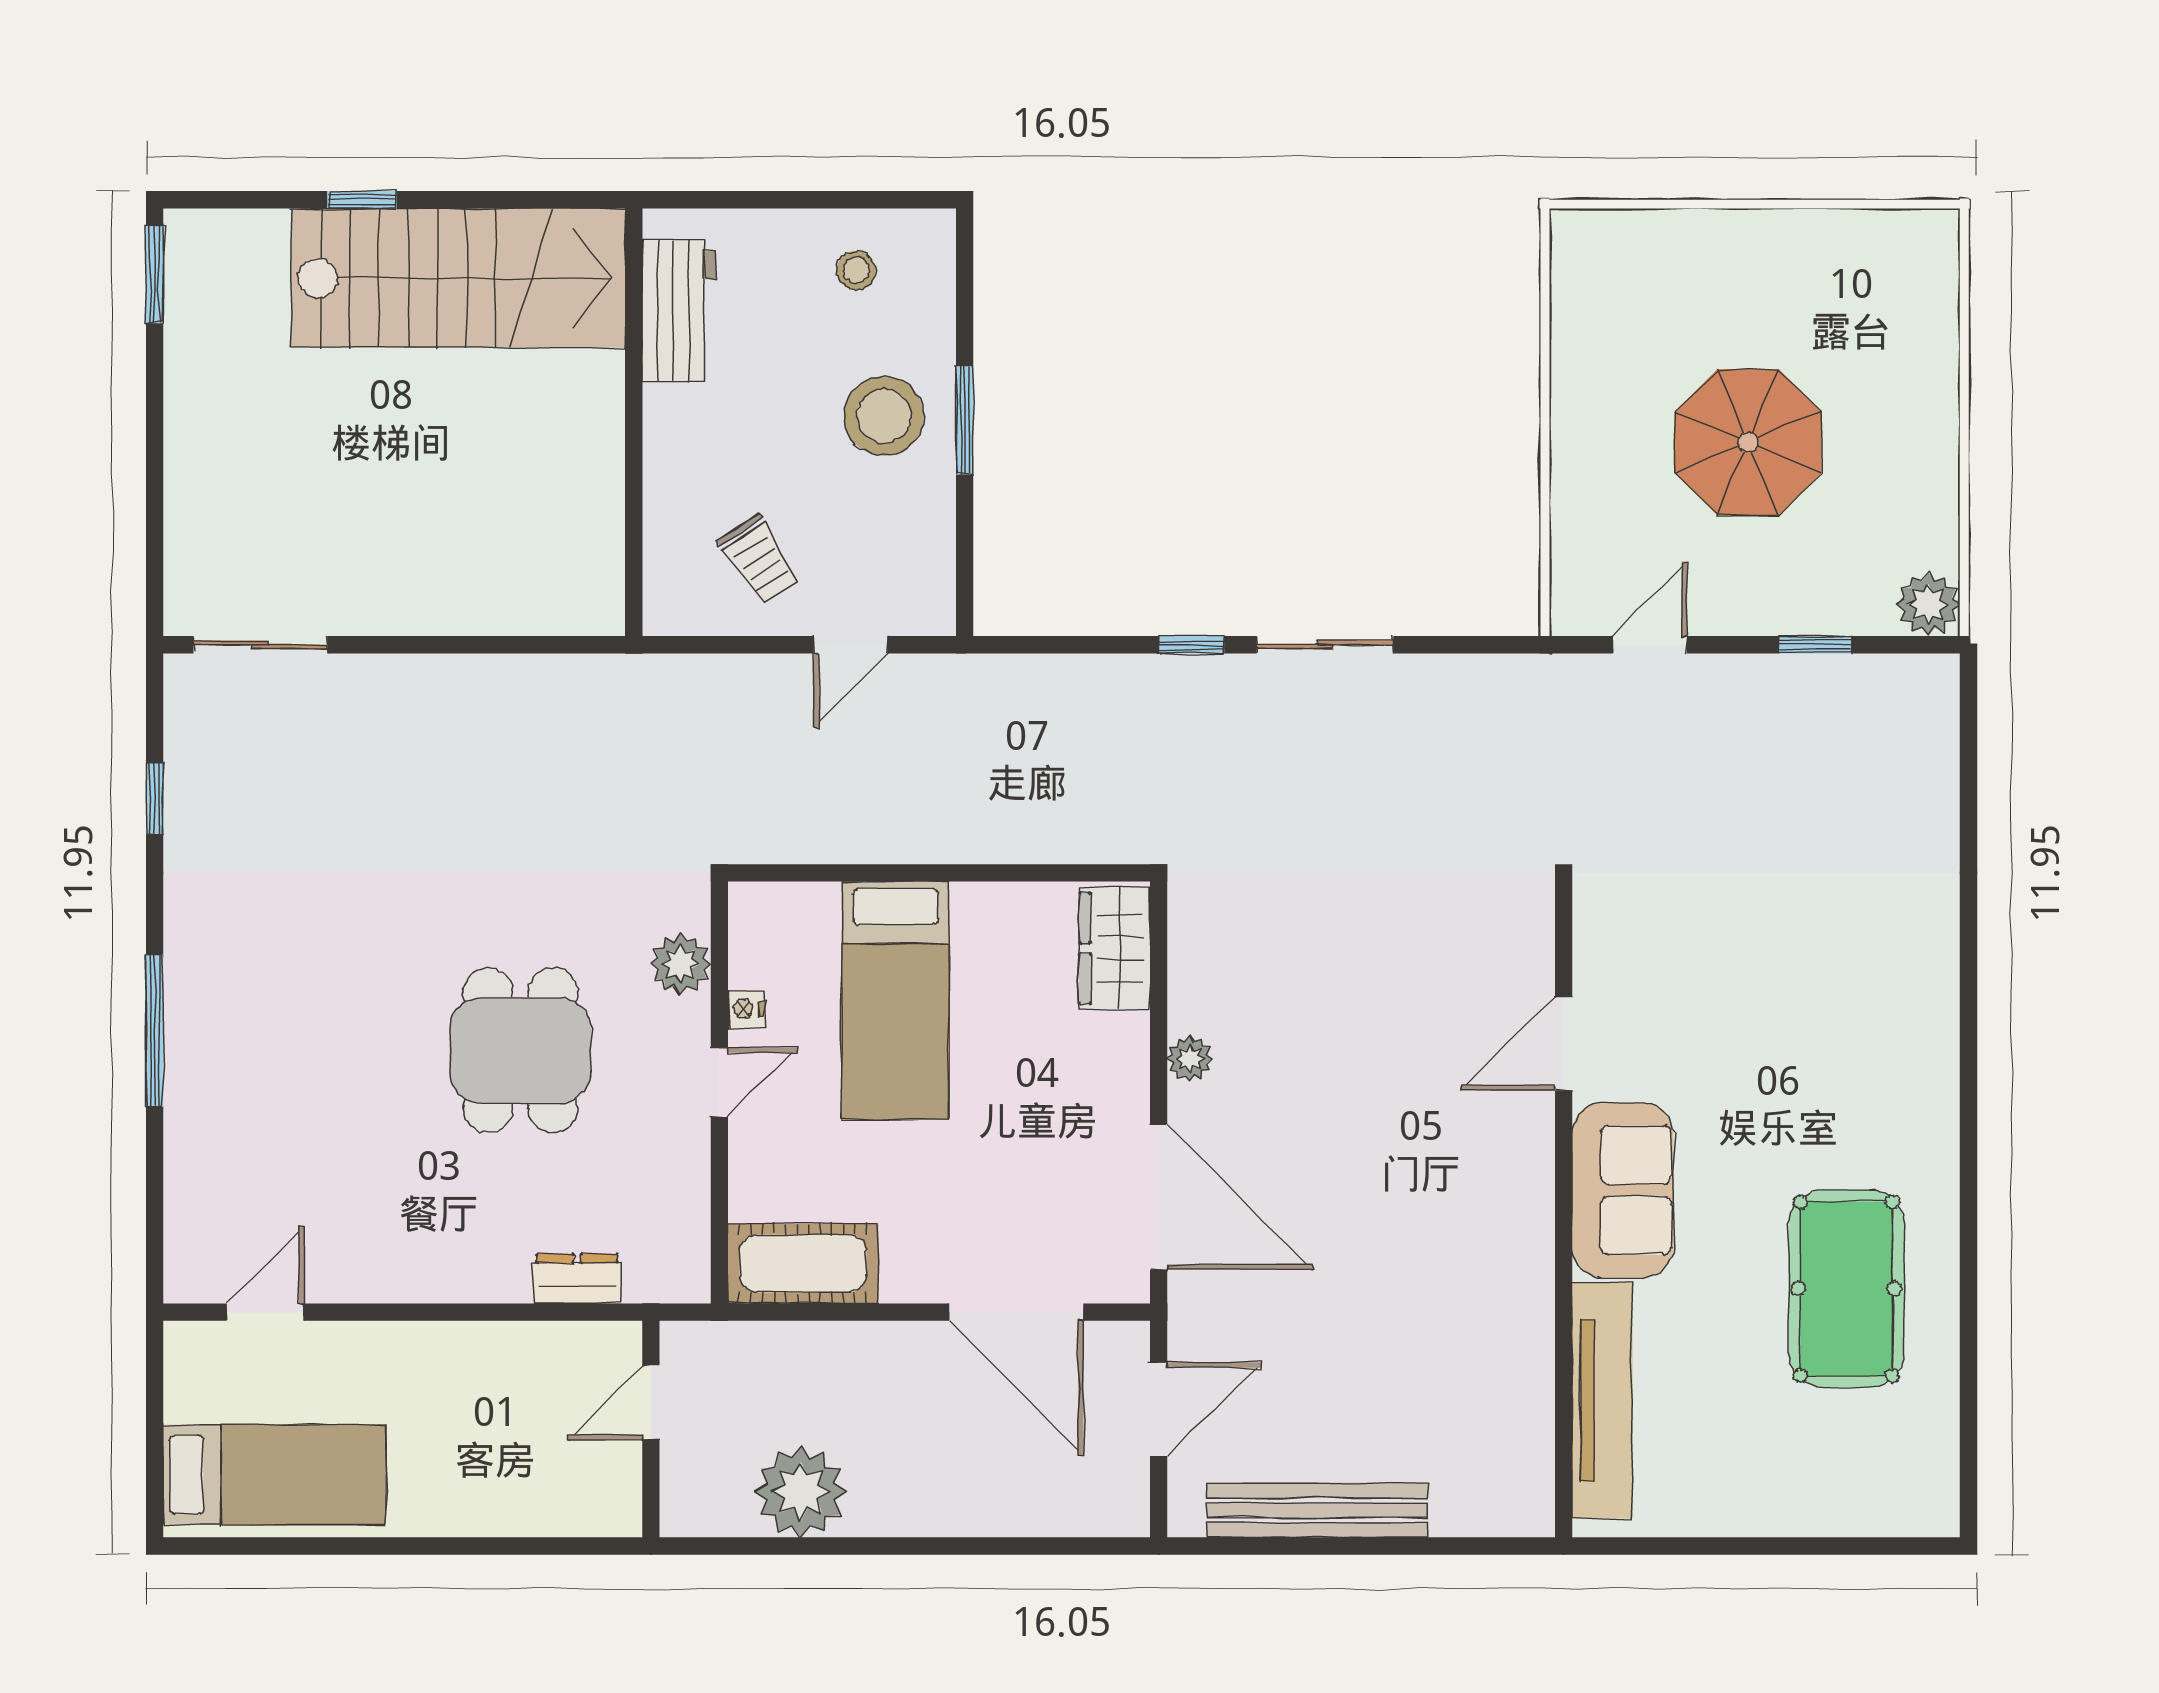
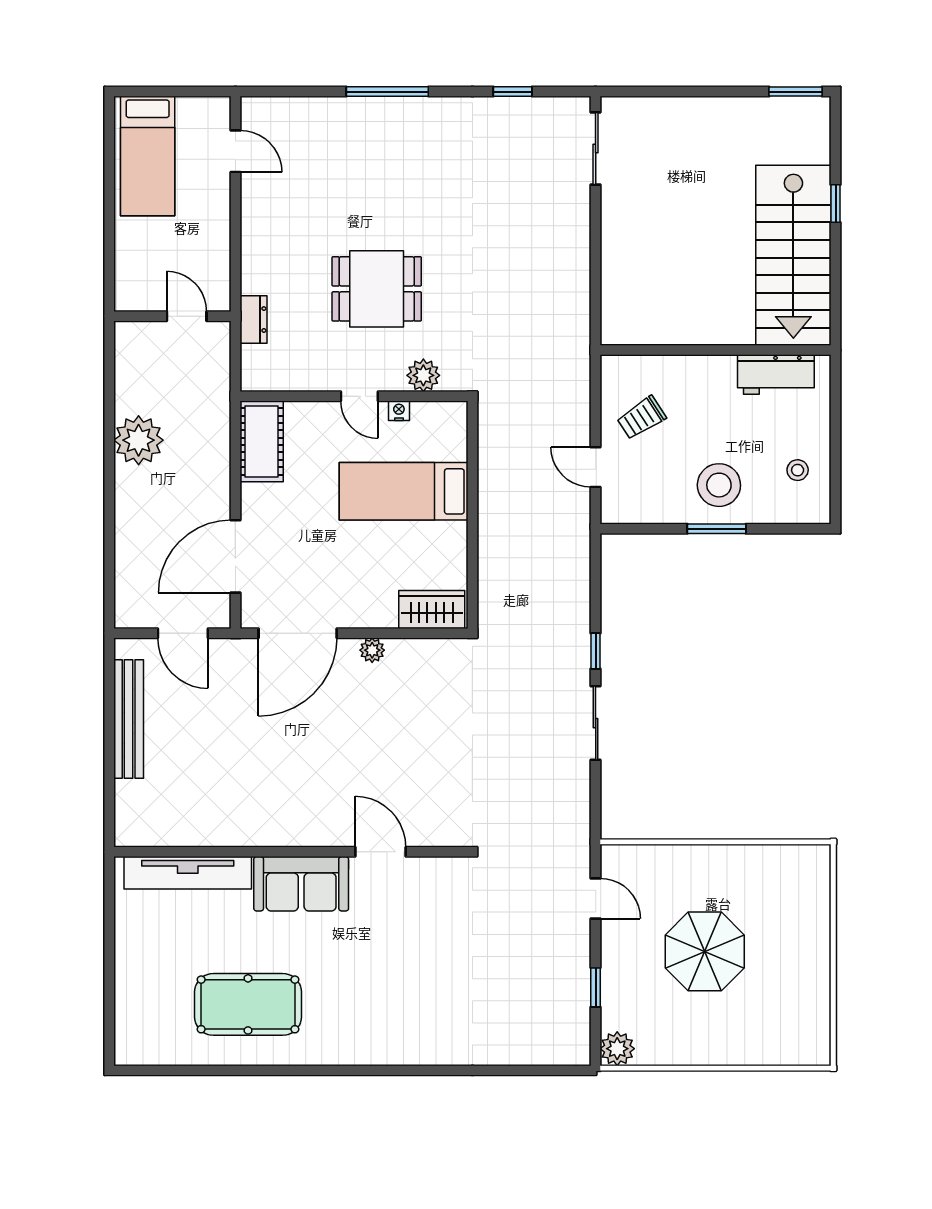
door: (651, 1402) -> (187, 316), moved
wall: (651, 1429) -> (172, 316), moved

